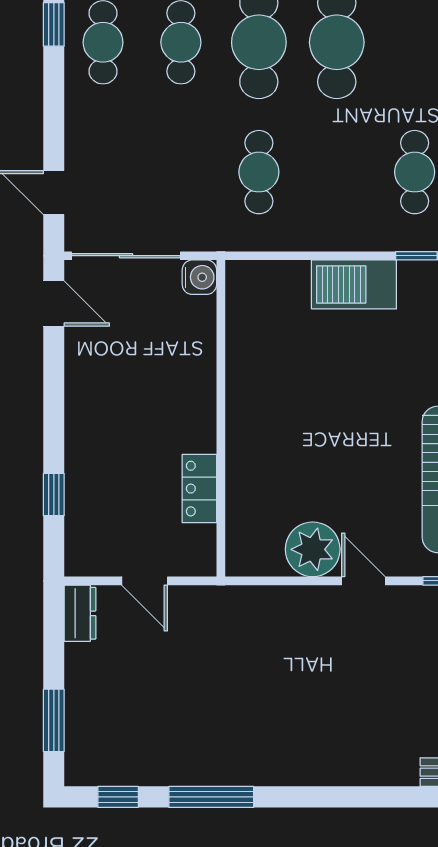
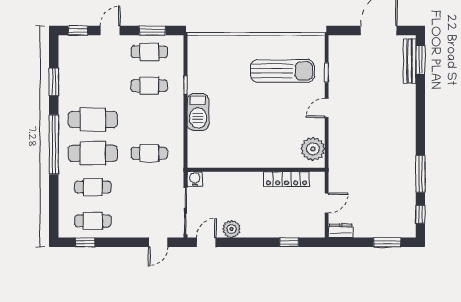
plant: (84, 362) -> (232, 229), added
locker: (199, 489) -> (287, 179), width x1.53
plant: (313, 549) -> (313, 149), moved

